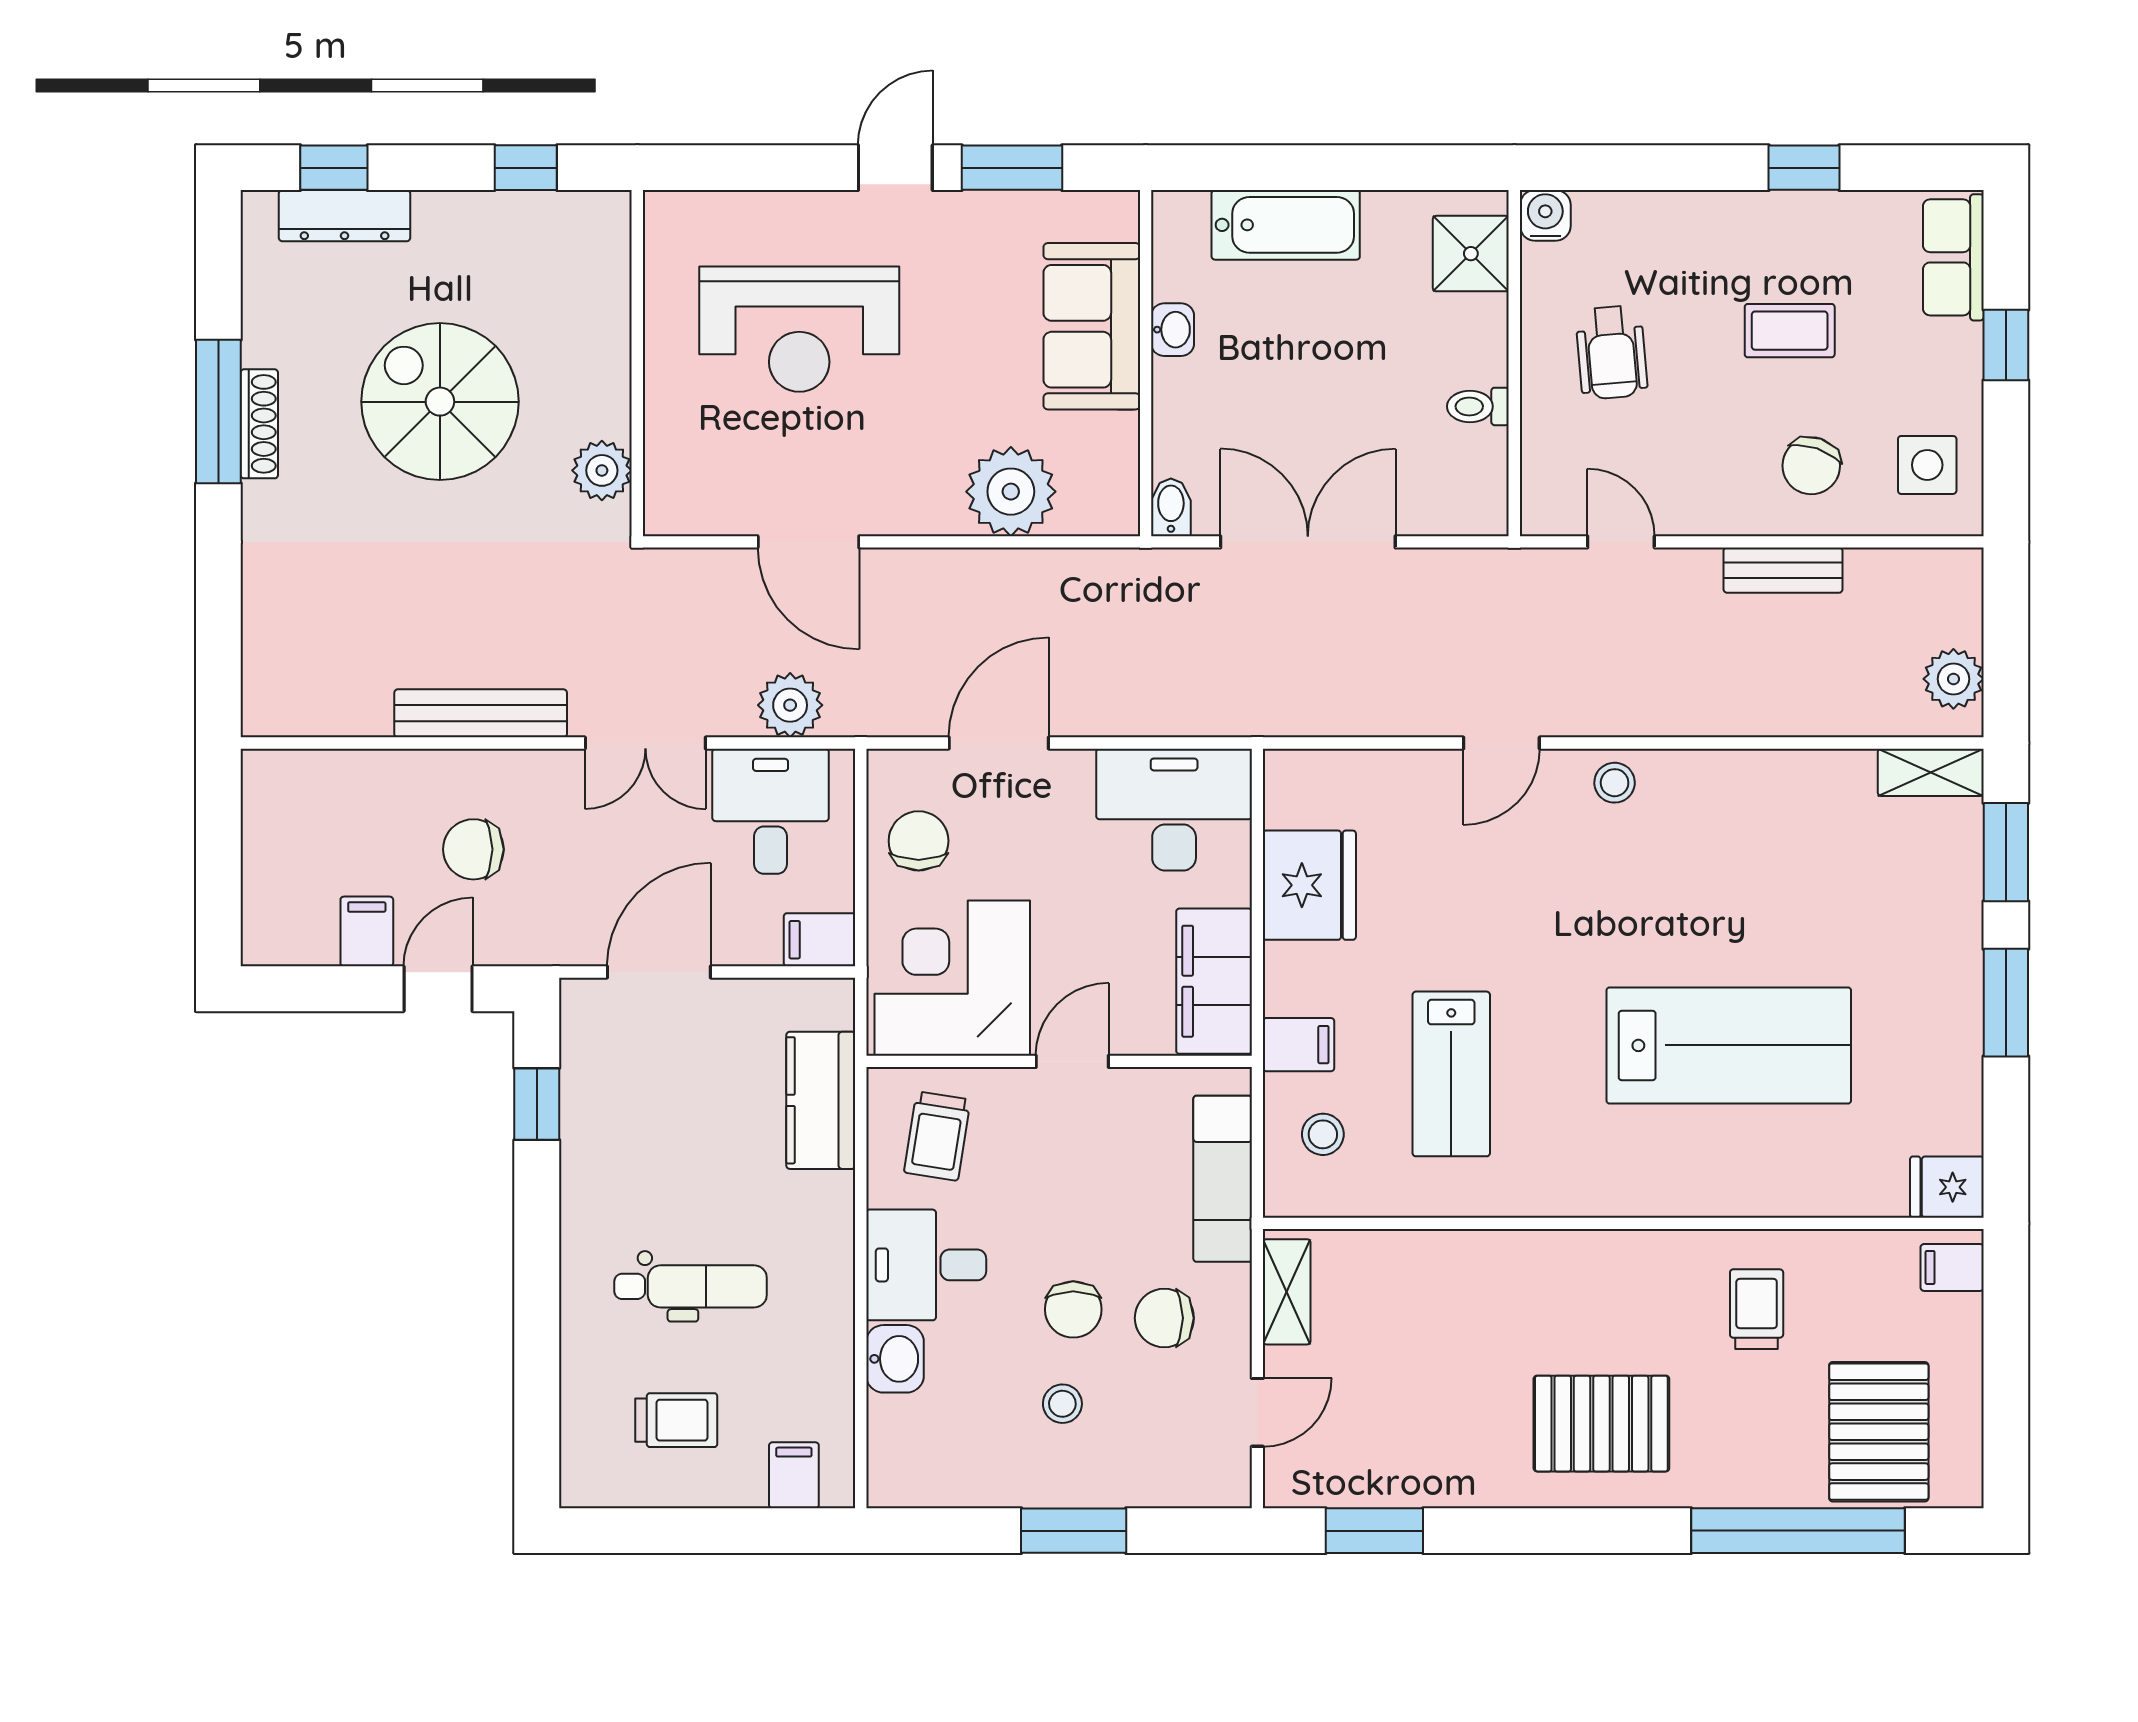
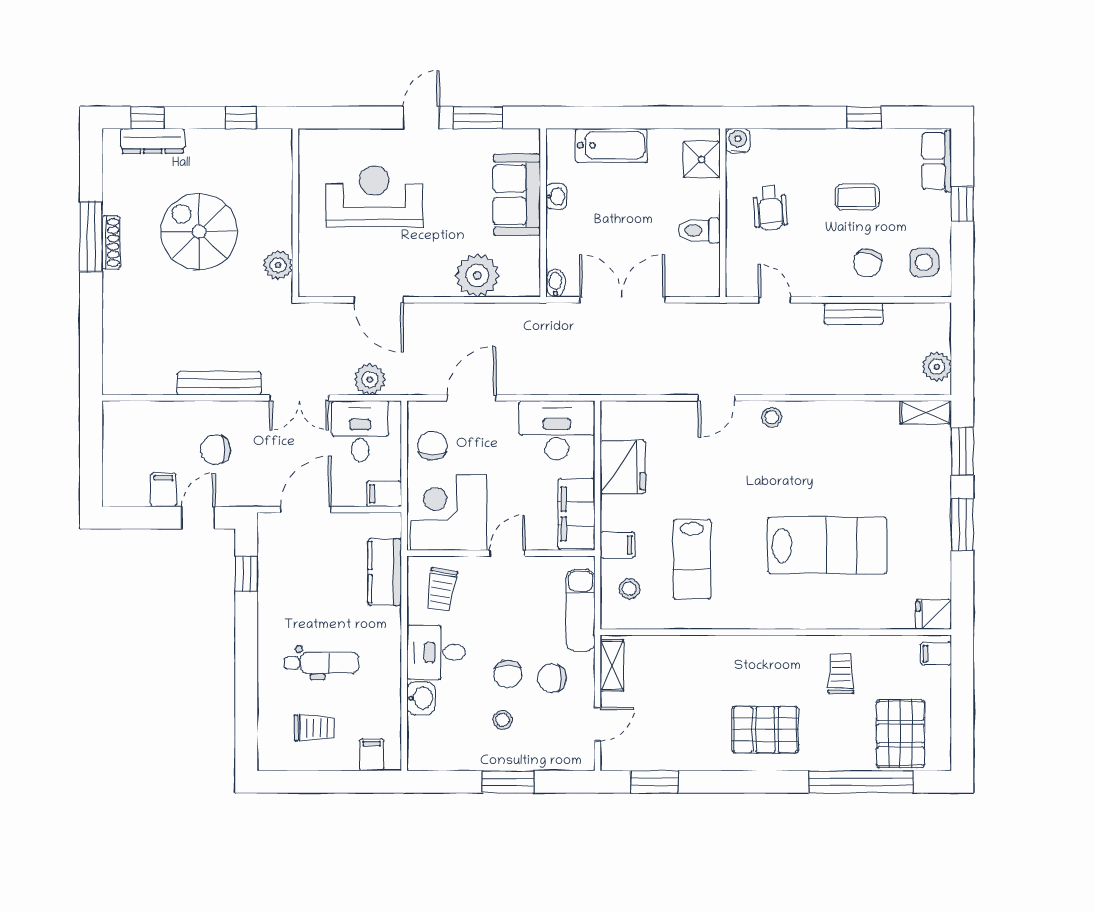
reception desk: (799, 329) -> (374, 196), turned 180
toilet: (1478, 406) -> (699, 231), width x1.37, depth x1.39

